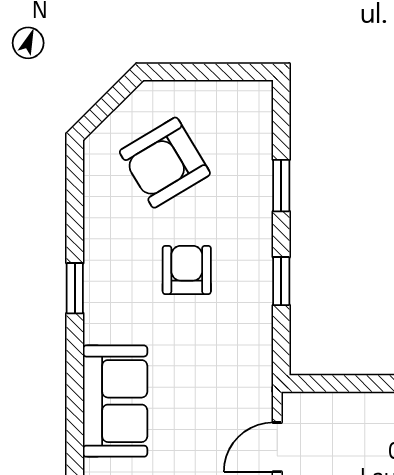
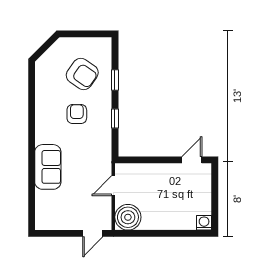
armchair: (165, 163) -> (82, 74), moved, turned -114
window: (75, 288) -> (32, 121), removed

